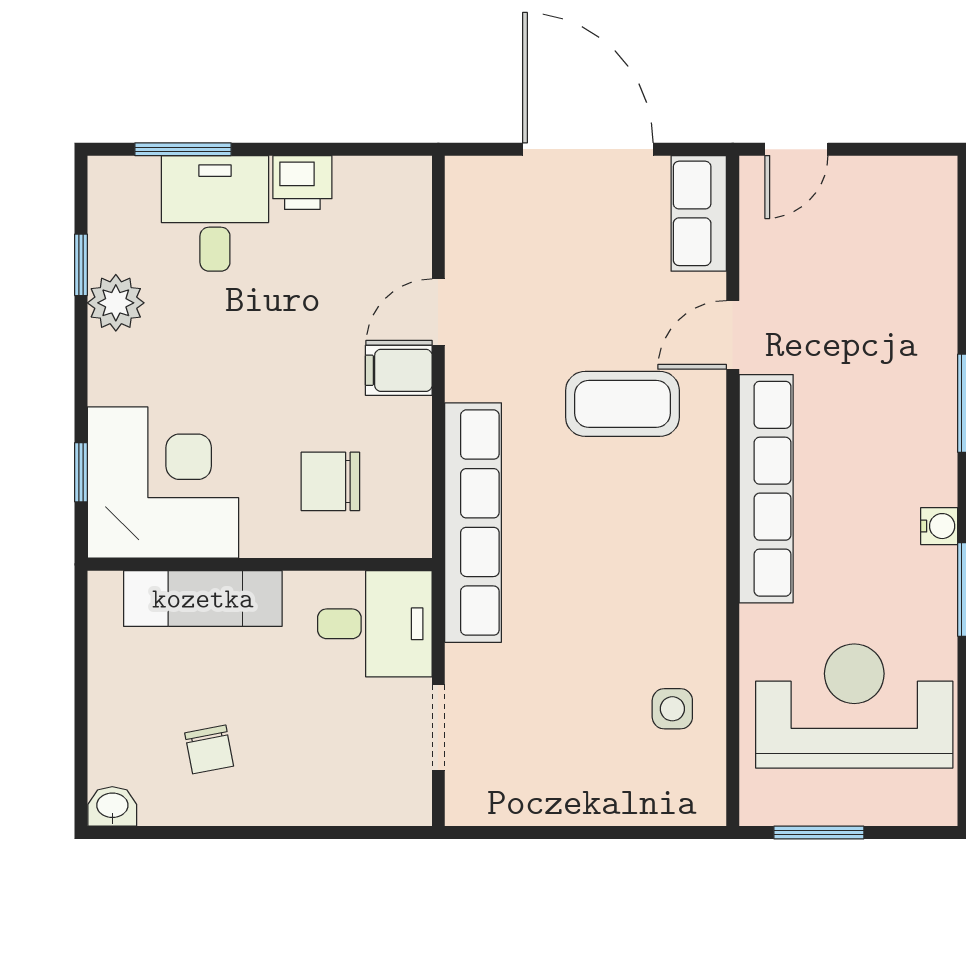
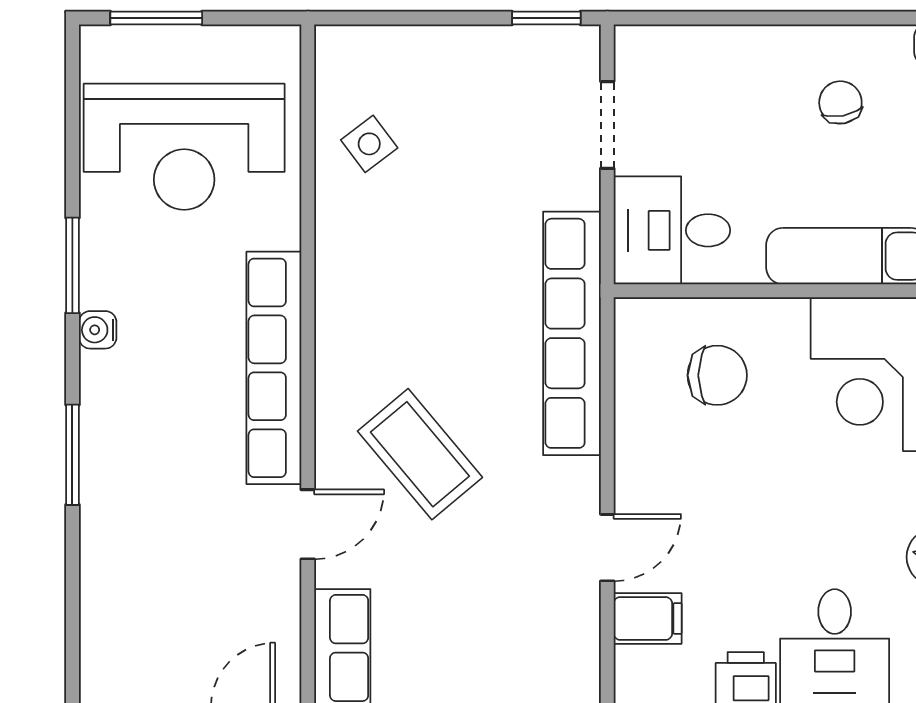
filing cabinet: (399, 370) -> (648, 618), moved
coffee table: (622, 404) -> (420, 454), turned 50
side table: (672, 709) -> (369, 144), turned -37
window: (498, 832) -> (546, 18), added
window: (819, 832) -> (156, 18), moved

